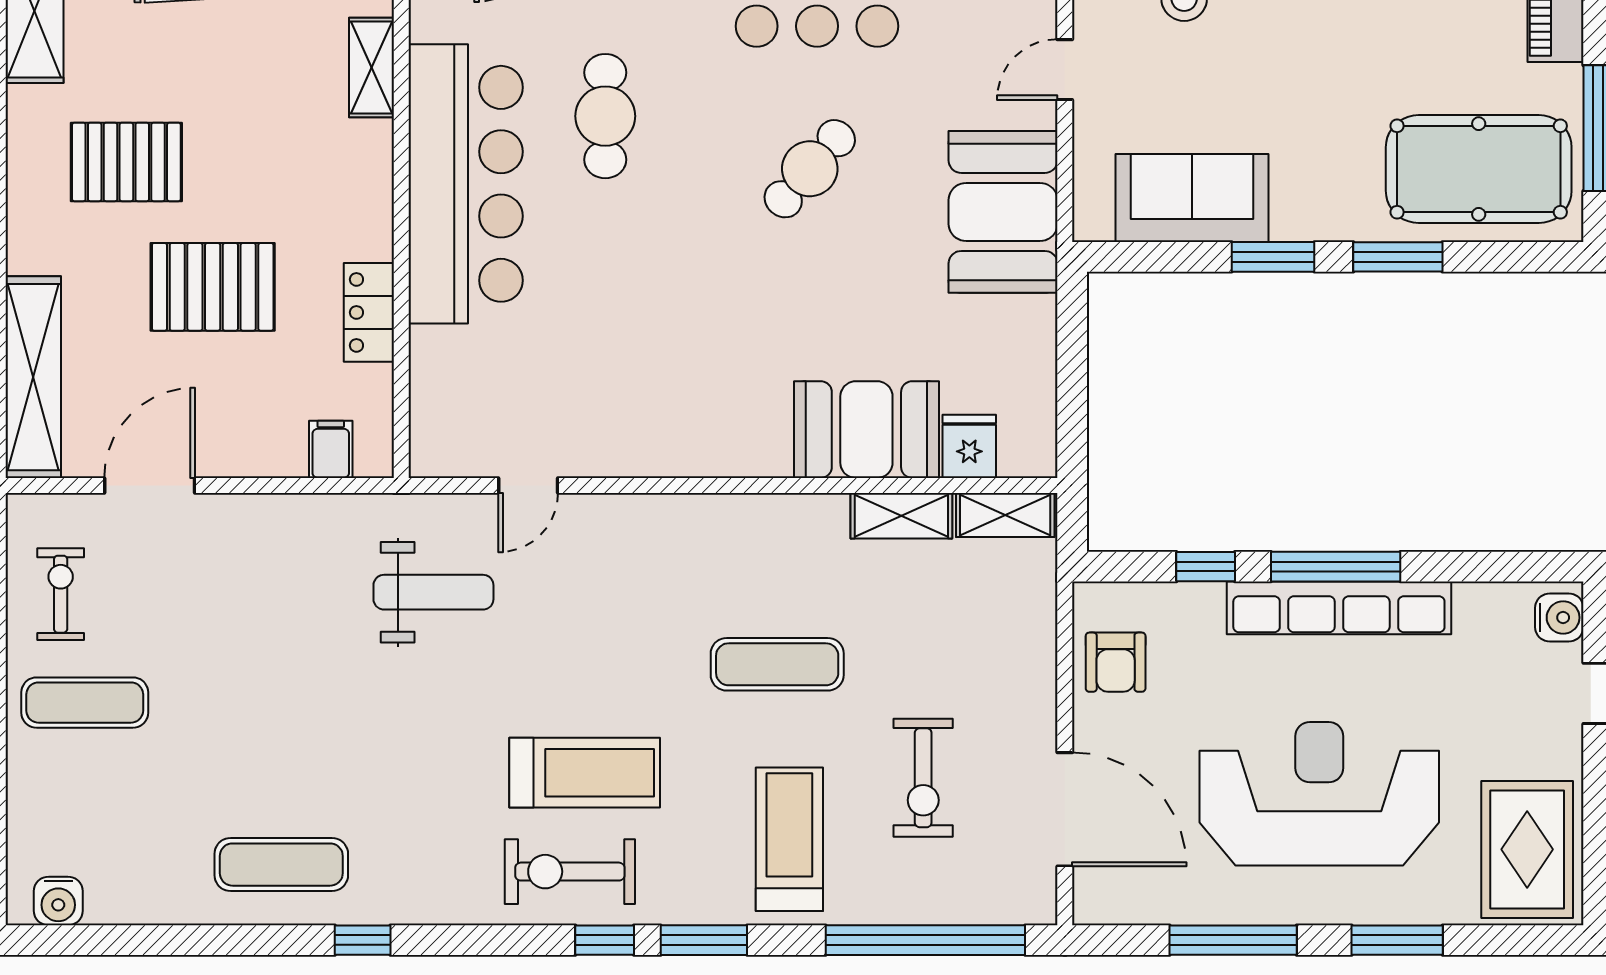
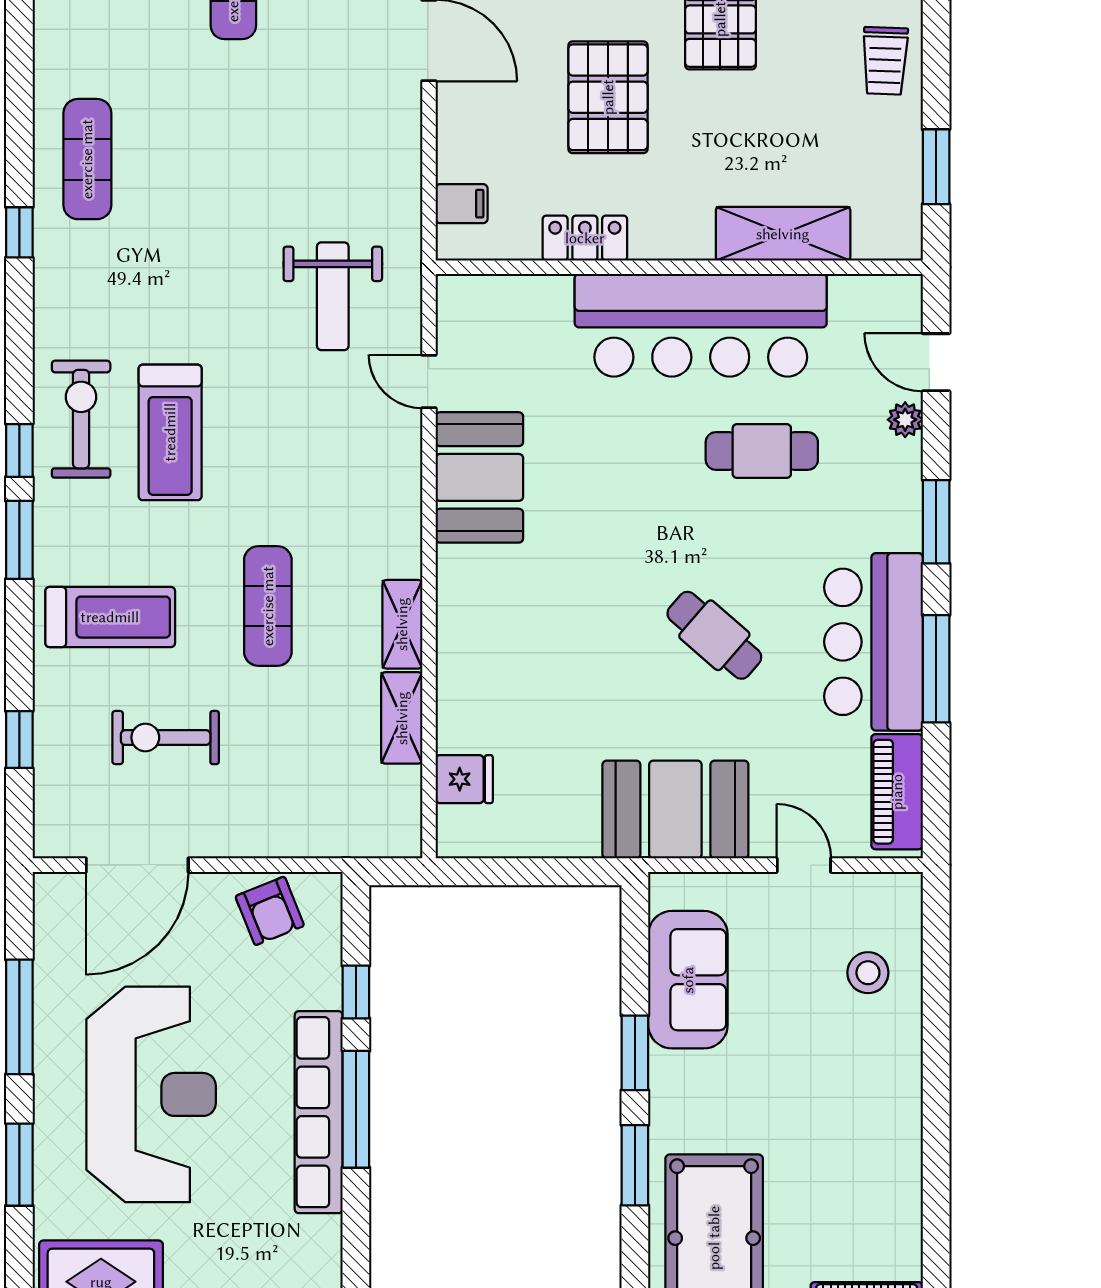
shelving: (372, 68) -> (783, 234), width x1.50, depth x1.33
booth: (866, 430) -> (479, 477), moved
shelving: (1005, 515) -> (402, 624), moved
armchair: (1116, 662) -> (270, 911), turned -112
window: (925, 940) -> (19, 740), width x0.32

